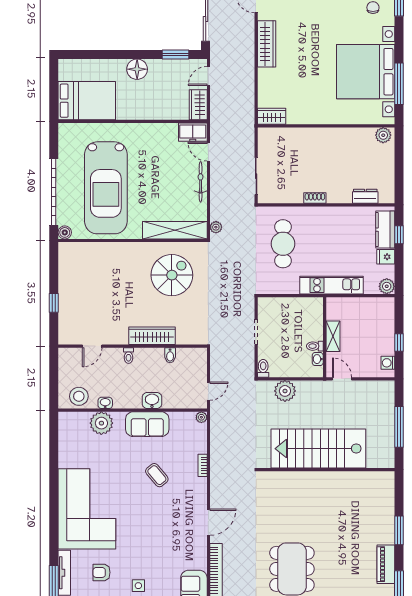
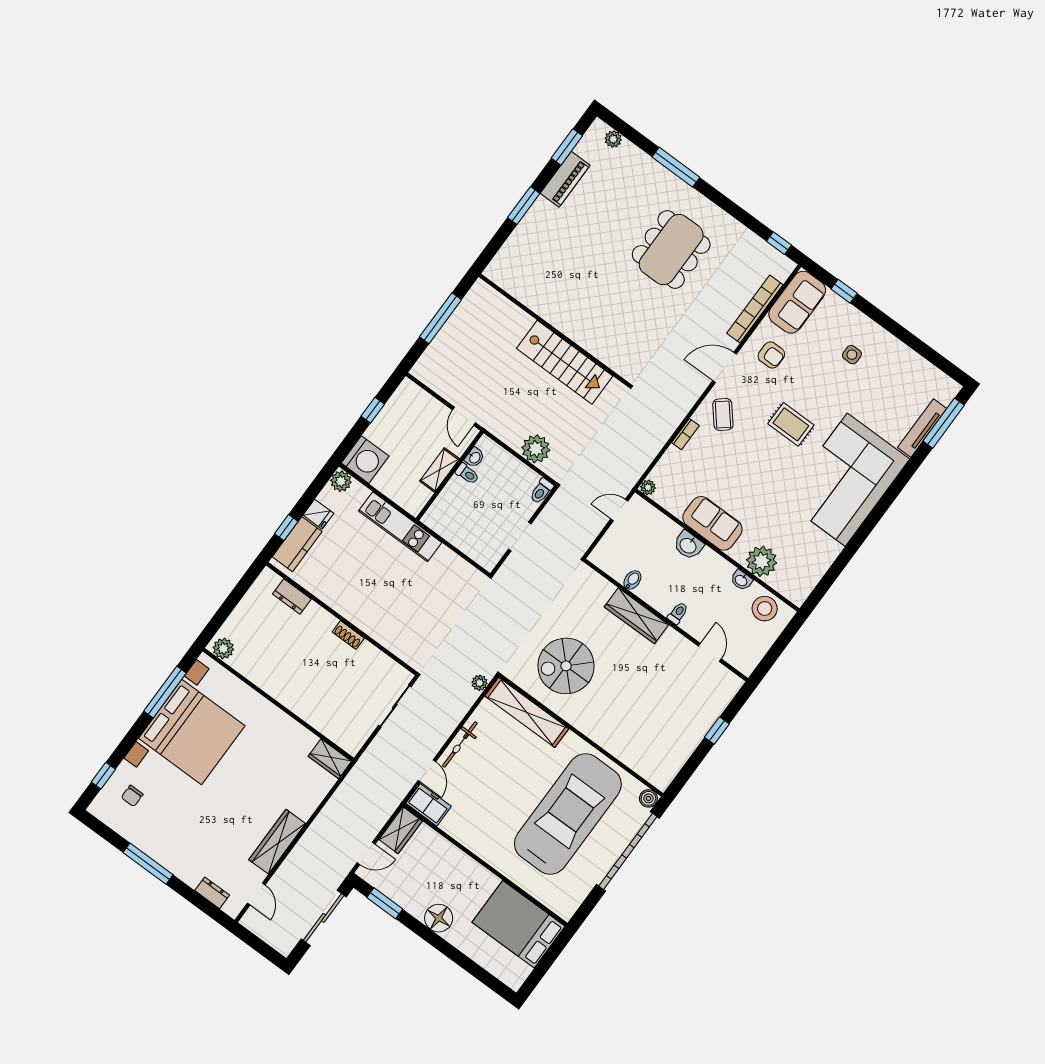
cafe table: (283, 244) -> (420, 611), removed
door: (92, 346) -> (710, 653), hinge flipped
washing machine: (388, 363) -> (365, 460), moved, width x1.89, depth x1.89
stairs: (318, 449) -> (565, 362), width x0.73, depth x0.66
coffee table: (157, 475) -> (723, 414), moved
rug: (144, 517) -> (791, 424), added
armchair: (102, 572) -> (771, 355), moved

